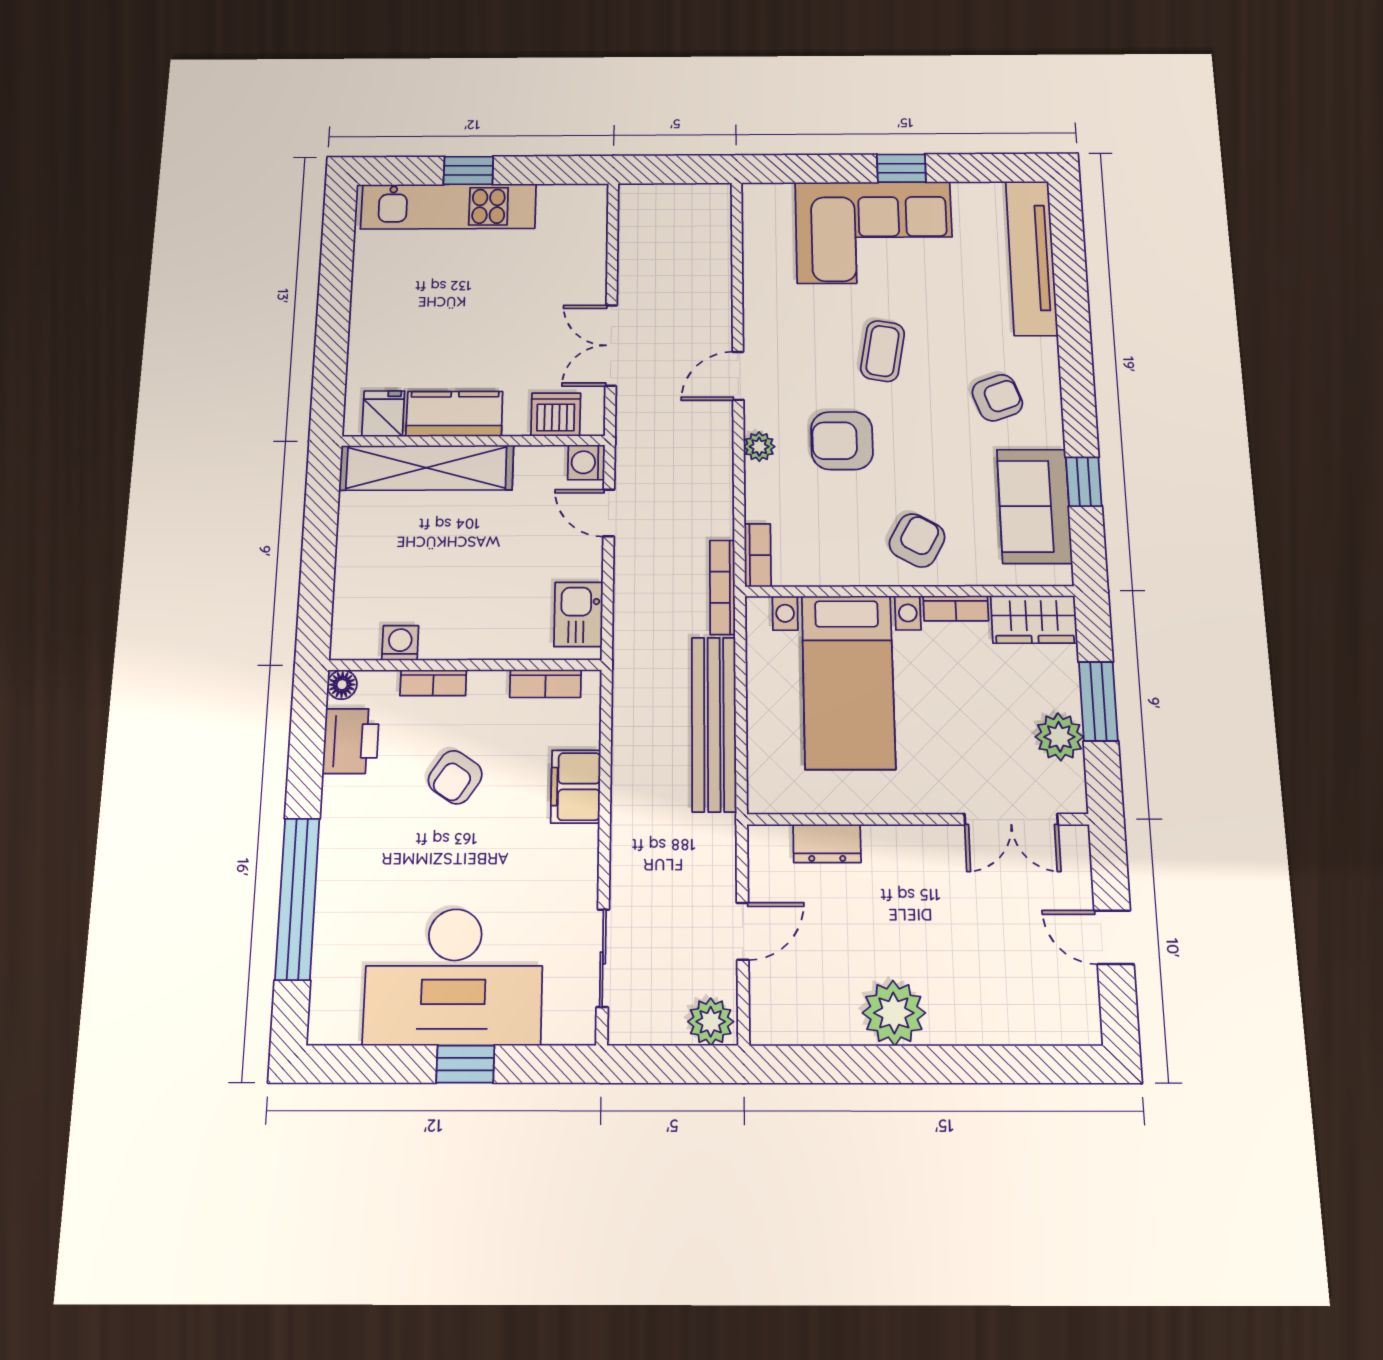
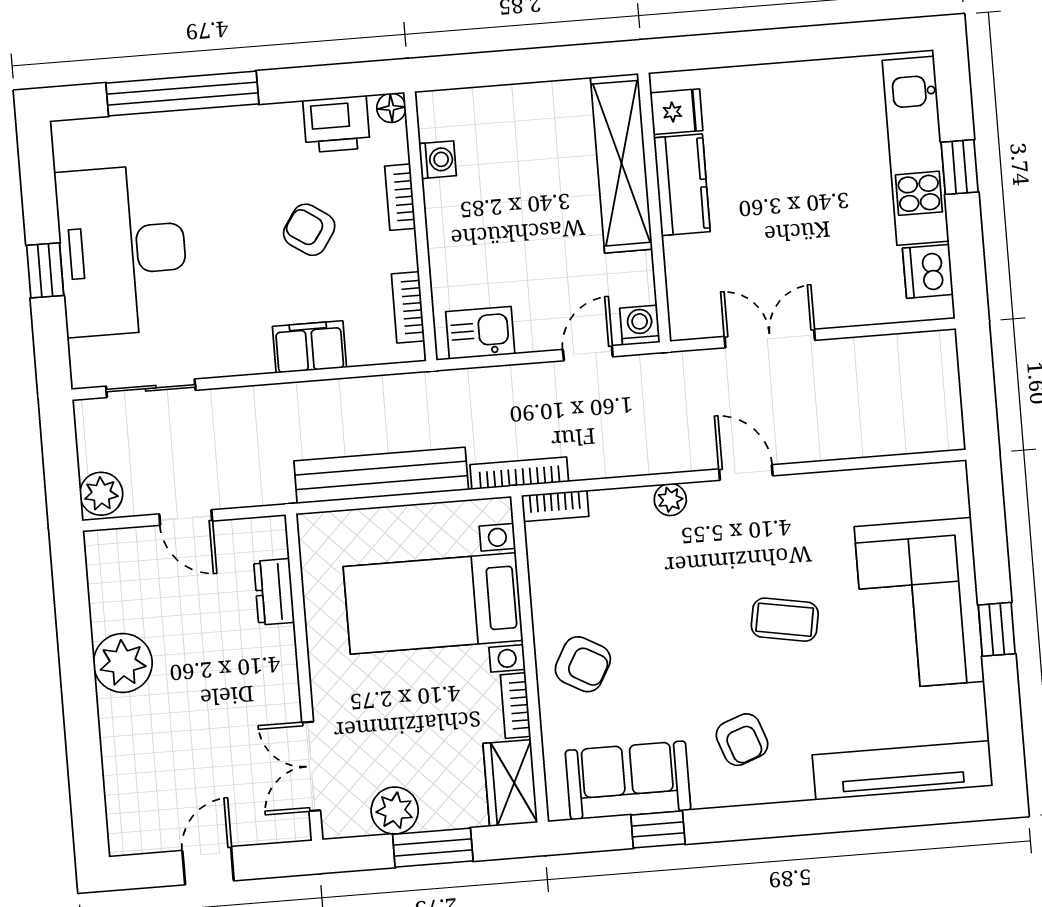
dishwasher: (556, 414) -> (928, 271), moved, turned 180
armchair: (842, 441) -> (683, 583), removed

